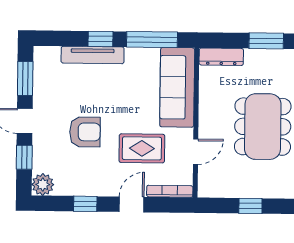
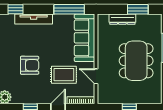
window: (100, 39) -> (15, 9), moved
dresser: (221, 57) -> (122, 19), moved
door: (196, 152) -> (96, 76), swing flipped

